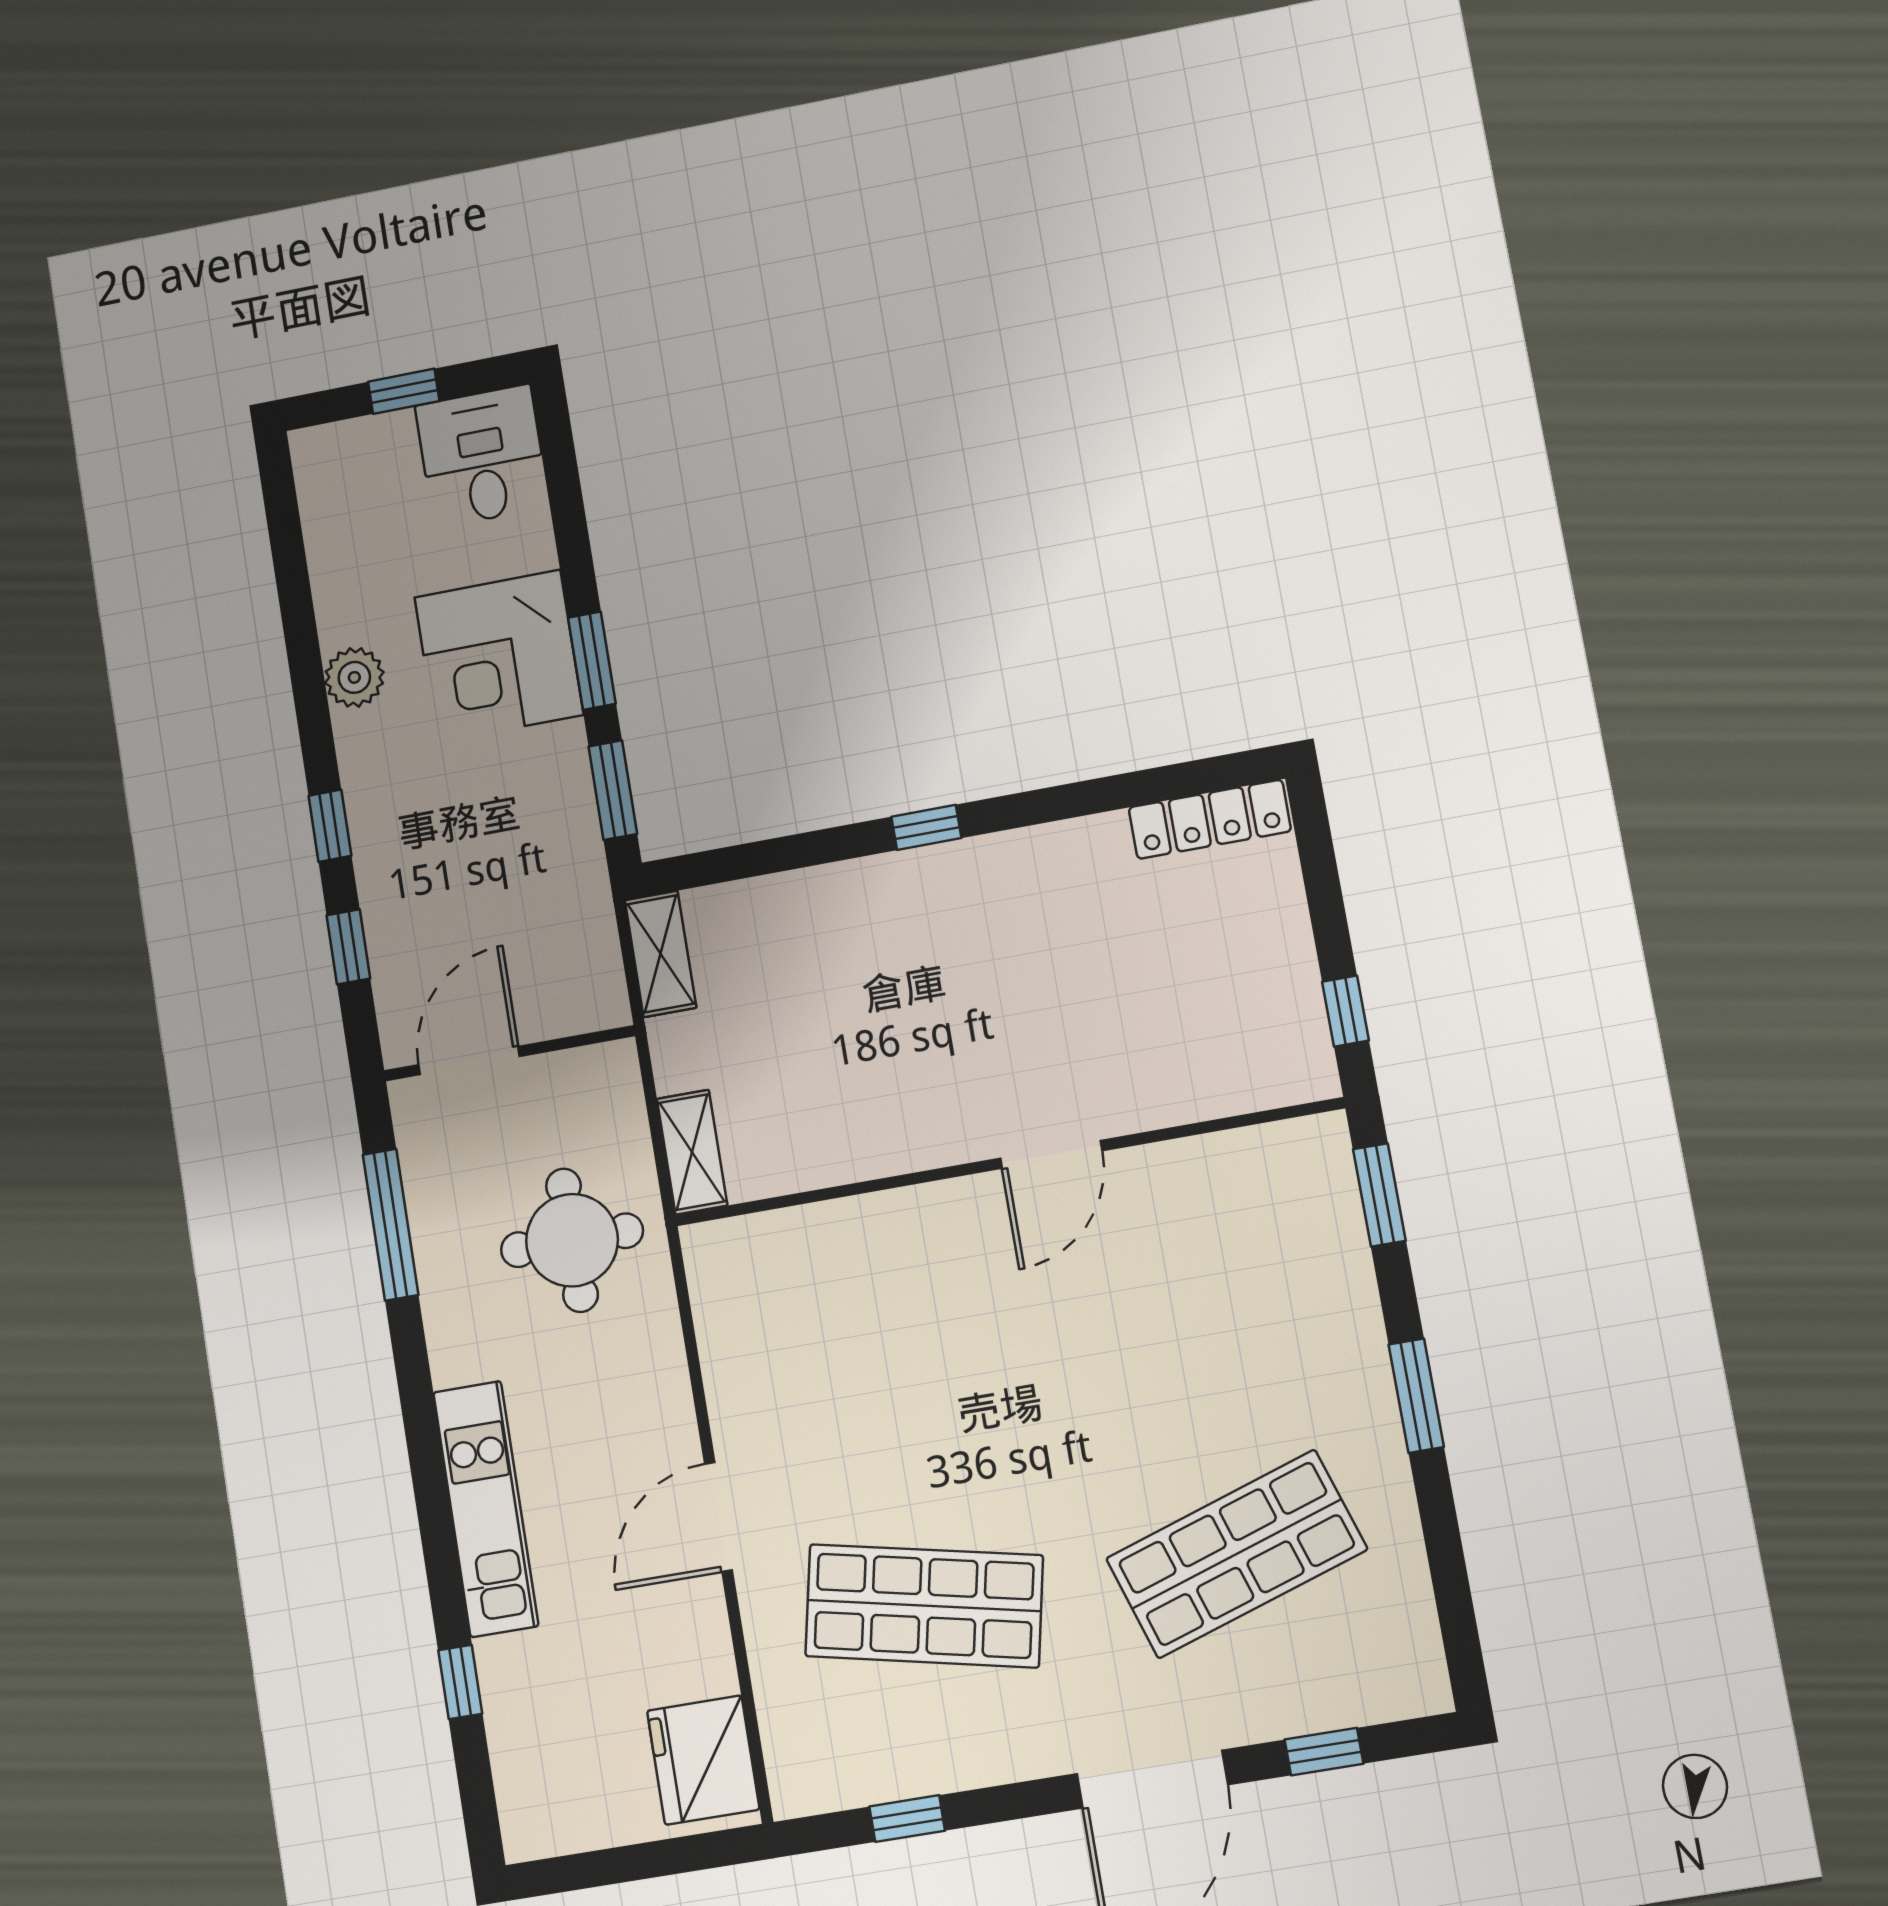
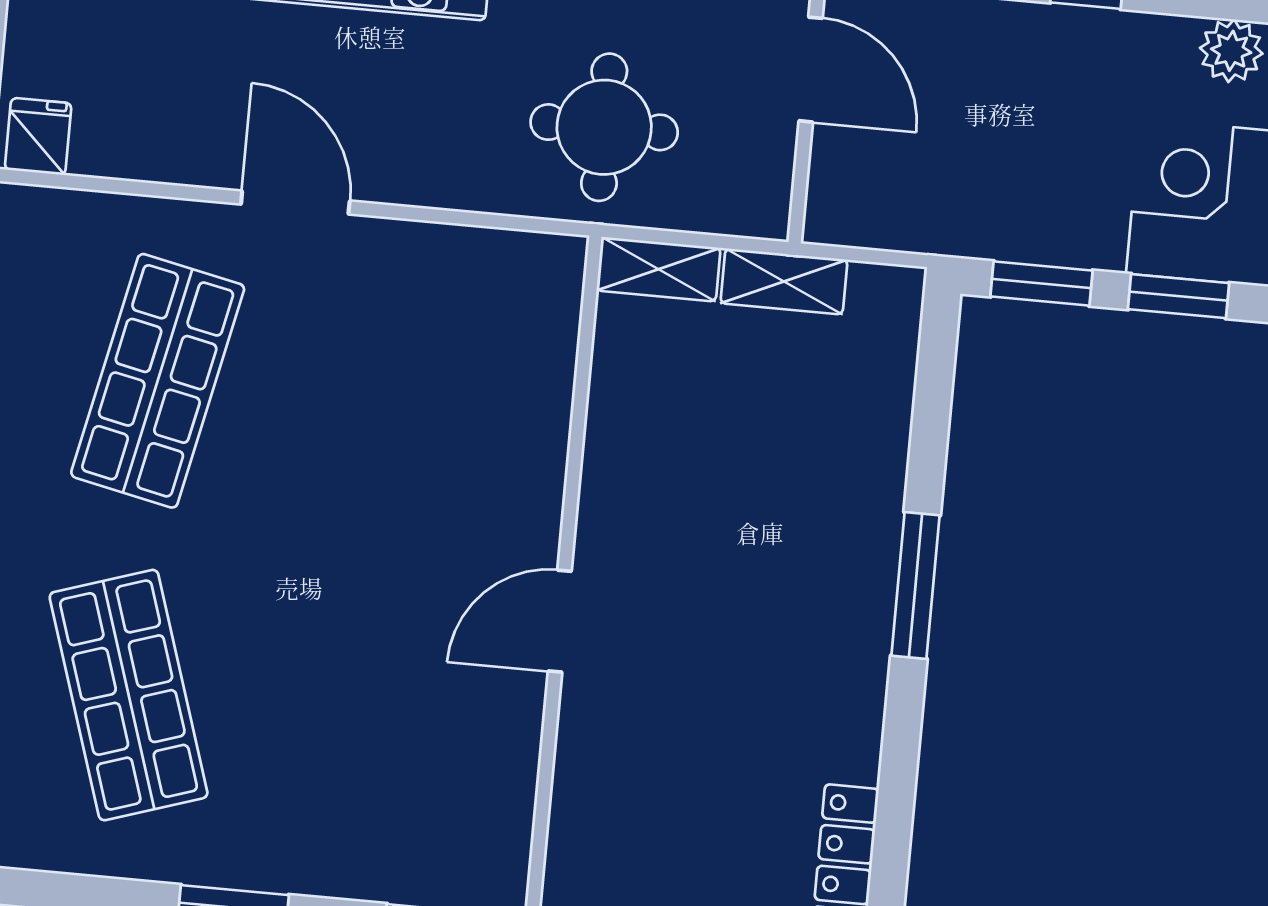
window: (926, 827) -> (915, 586), width x2.17
shelving: (661, 954) -> (784, 281), moved
door: (1051, 1154) -> (560, 621), hinge flipped
fridge: (703, 1760) -> (38, 136), width x0.53, depth x0.75

